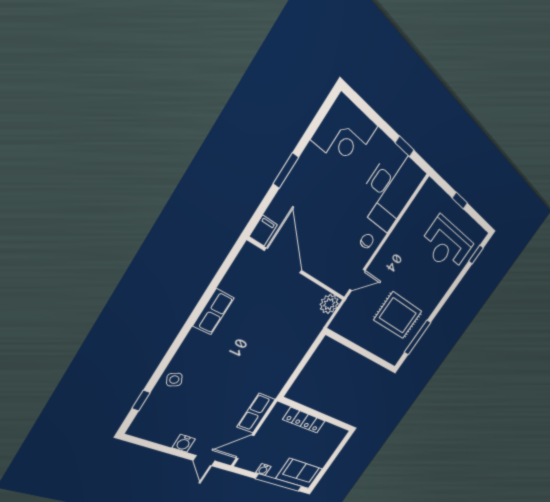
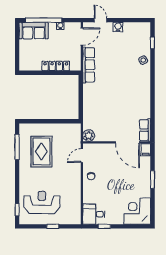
desk: (390, 189) -> (94, 214), width x0.53, depth x0.77
row of seats: (213, 312) -> (145, 130), moved
rug: (398, 315) -> (41, 152), turned 90
row of seats: (256, 413) -> (89, 65), width x1.48

